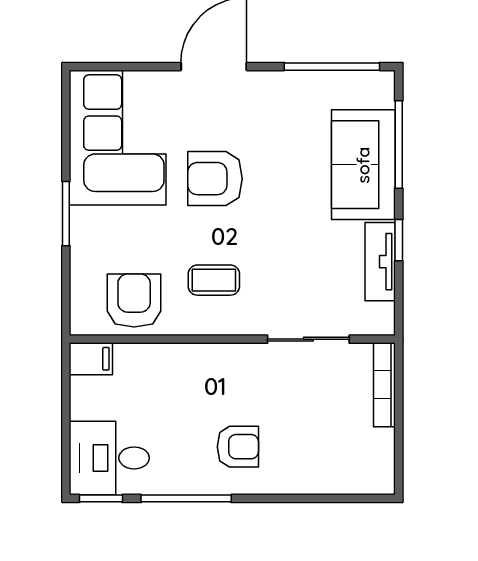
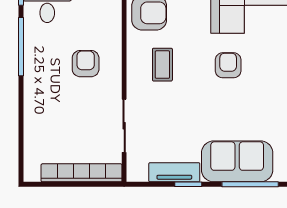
armchair: (215, 179) -> (228, 65), width x0.72, depth x0.72
bookcase: (384, 385) -> (82, 173), width x1.48, depth x1.31
armchair: (238, 447) -> (86, 64), moved, turned 180

